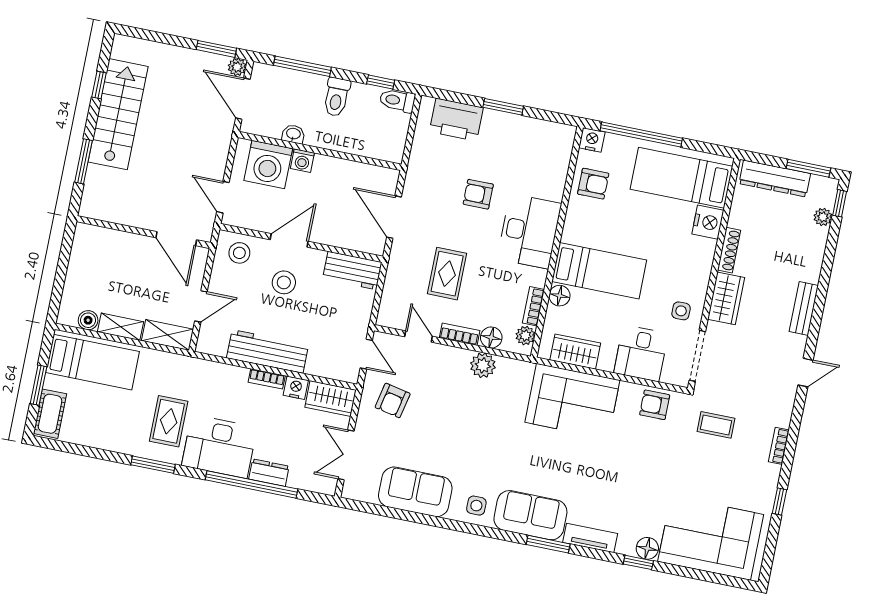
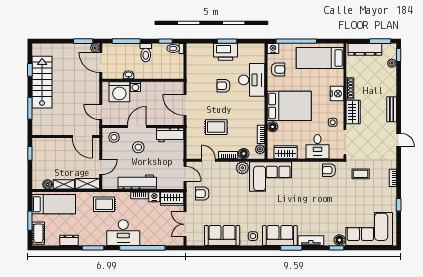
printer: (456, 120) -> (226, 52), moved
nightstand: (708, 222) -> (337, 94), moved
desk: (529, 231) -> (252, 80), moved
window: (65, 251) -> (30, 153), added
bed: (599, 271) -> (289, 106), width x1.50
rug: (447, 274) -> (216, 127), turned 90
door: (805, 373) -> (399, 140), hinge flipped
armchair: (393, 400) -> (202, 194), turned 78
corner sofa: (572, 401) -> (270, 176), moved
rug: (169, 421) -> (104, 204), moved, turned 90
dresser: (269, 473) -> (69, 240), moved

